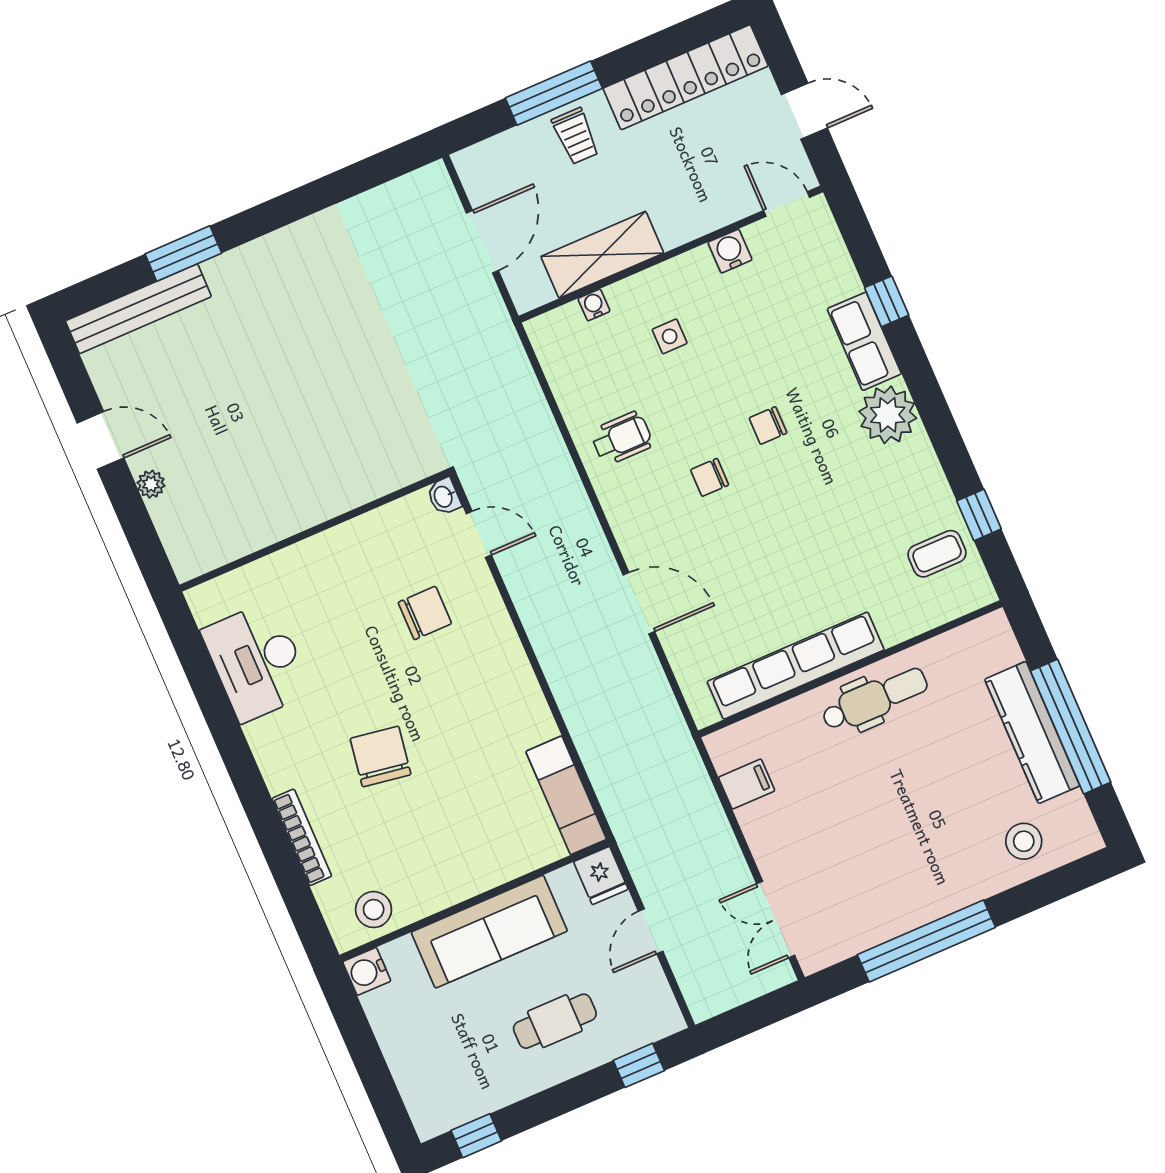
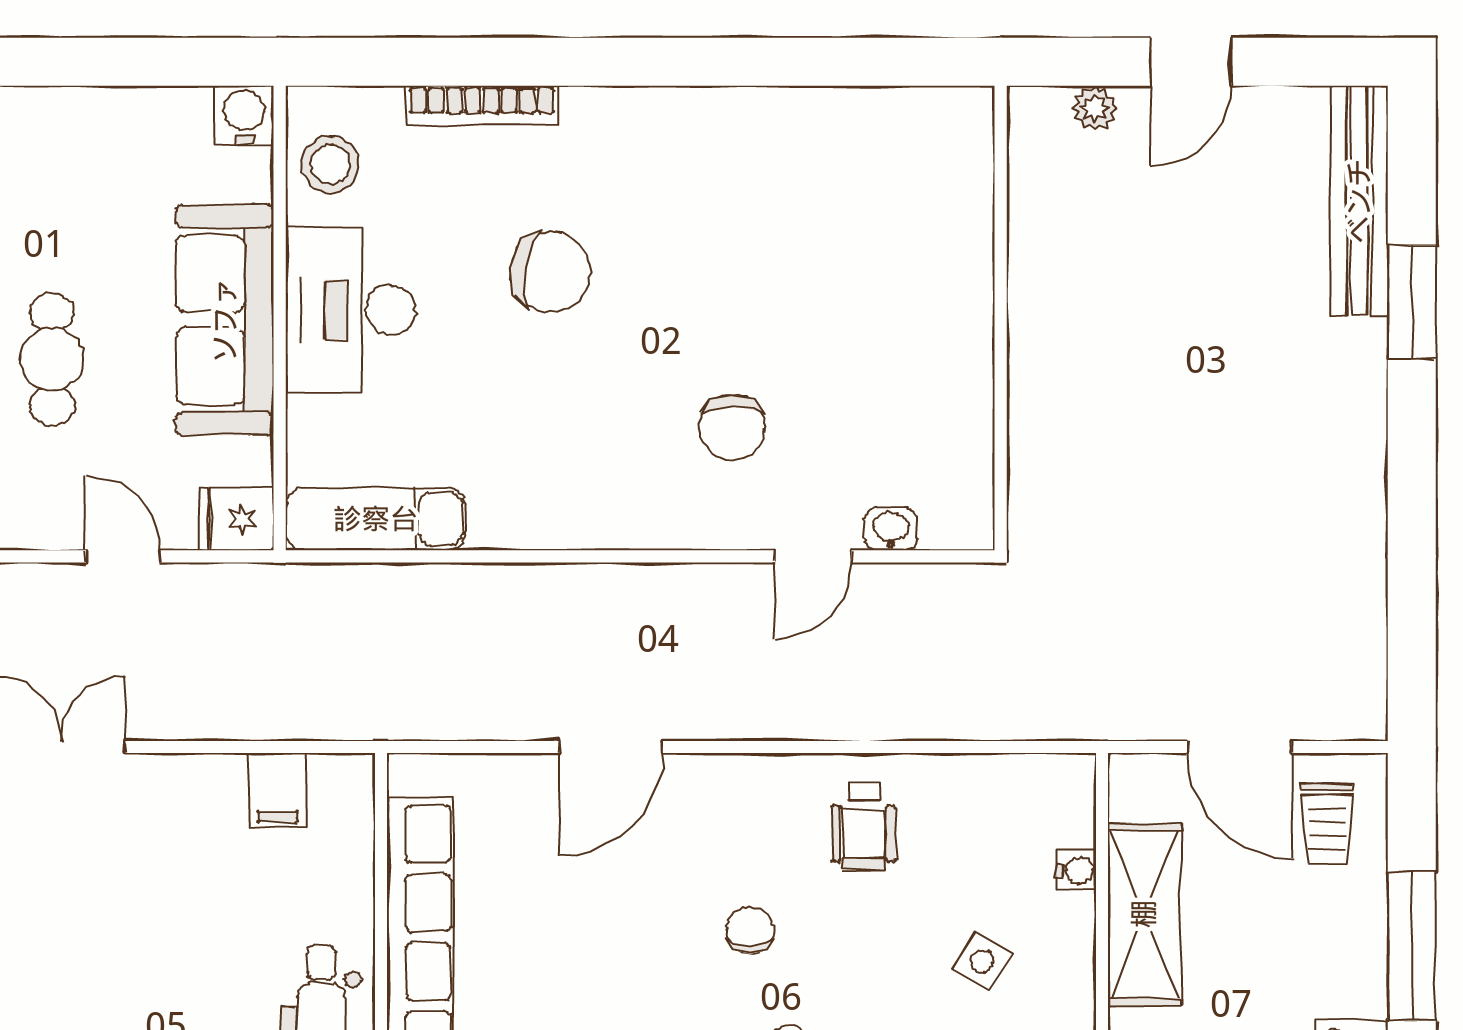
trolley: (576, 136) -> (1327, 823), moved, turned -90
side table: (670, 336) -> (982, 961), turned 32
wall: (314, 530) -> (1001, 318), moved
desk: (257, 662) -> (351, 310), moved, turned -90

